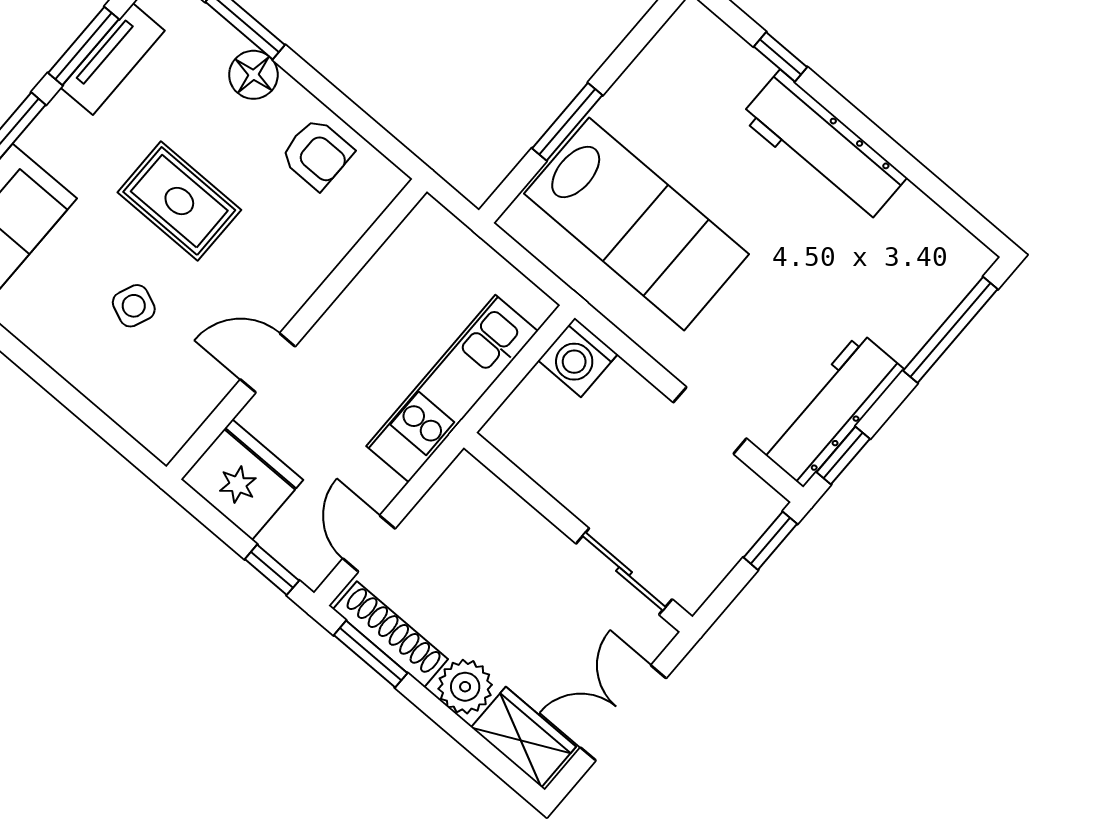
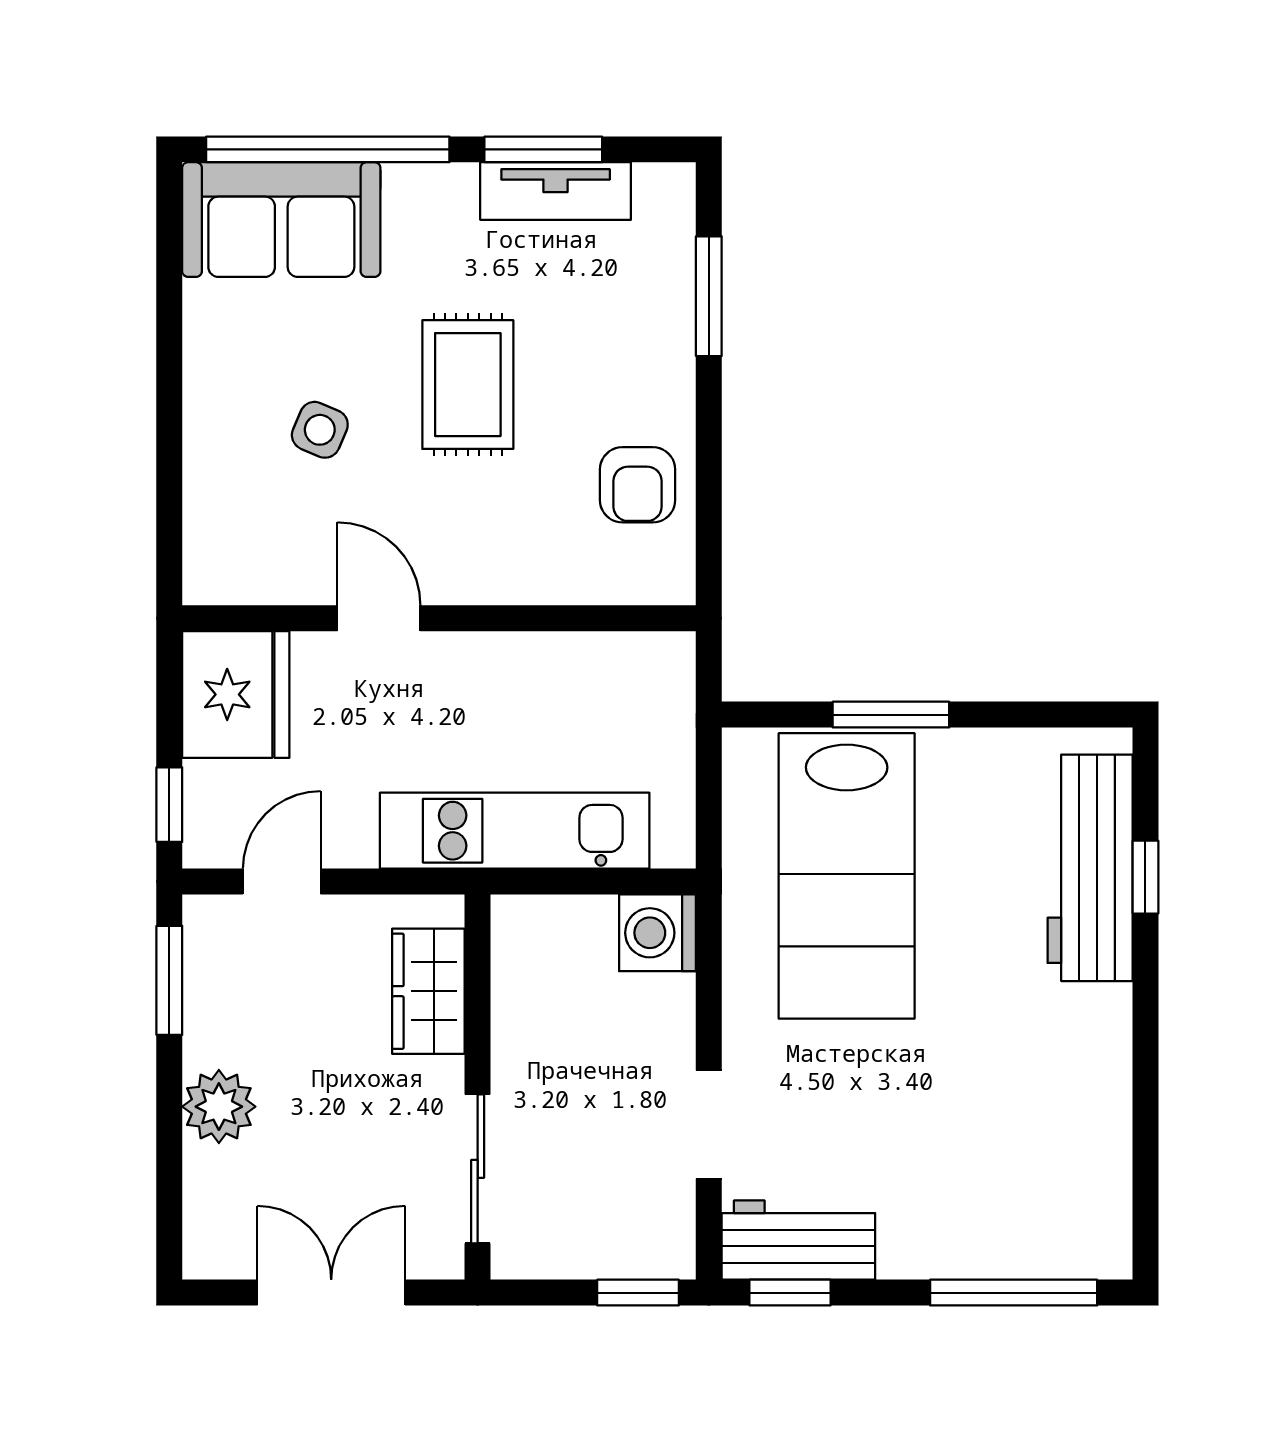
floor lamp: (253, 75) -> (663, 350), removed
workbench: (823, 147) -> (1090, 868), moved
workbench: (832, 409) -> (798, 1240), width x0.73
shoe rack: (390, 634) -> (207, 983), removed
wardrobe: (524, 737) -> (428, 991), moved, turned 180

